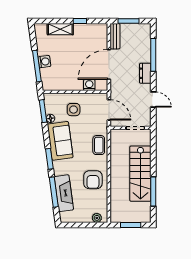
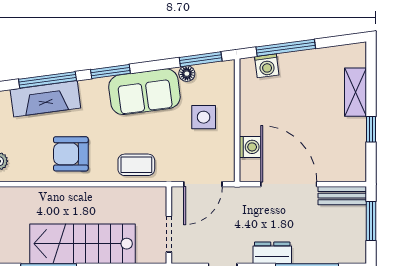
washing machine: (44, 62) -> (267, 66), moved

